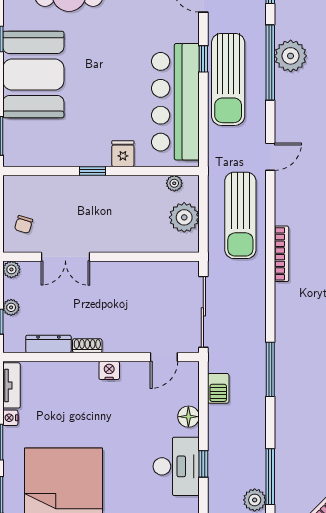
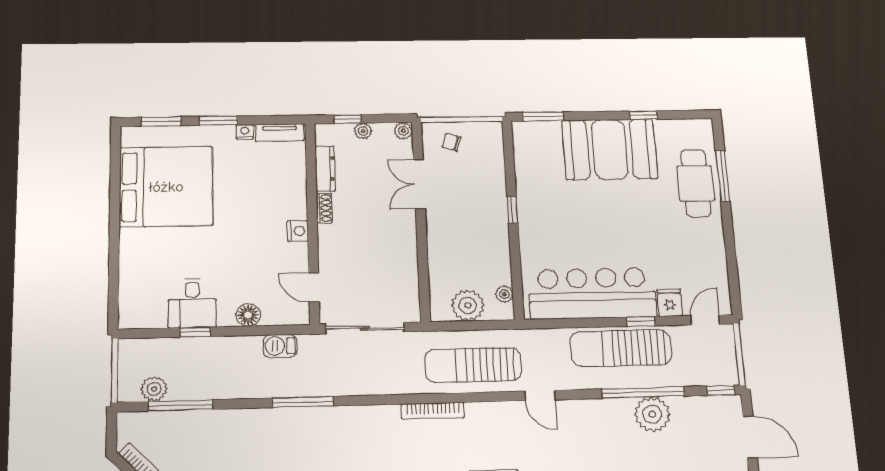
fridge: (123, 154) -> (670, 303), moved, turned -90
desk: (176, 466) -> (192, 303), width x0.73

